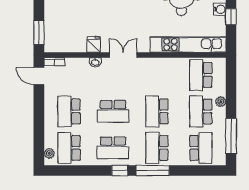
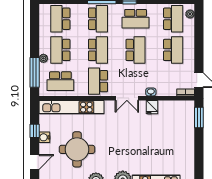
school desk: (157, 75) -> (98, 81), added
school desk: (201, 75) -> (60, 81), turned 90
school desk: (113, 111) -> (136, 50), turned 90
school desk: (201, 111) -> (60, 50), turned 180
window: (231, 136) -> (35, 72), moved
school desk: (113, 148) -> (136, 19), turned 180

